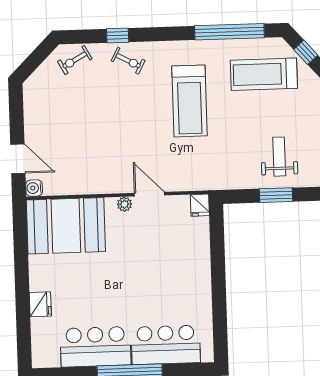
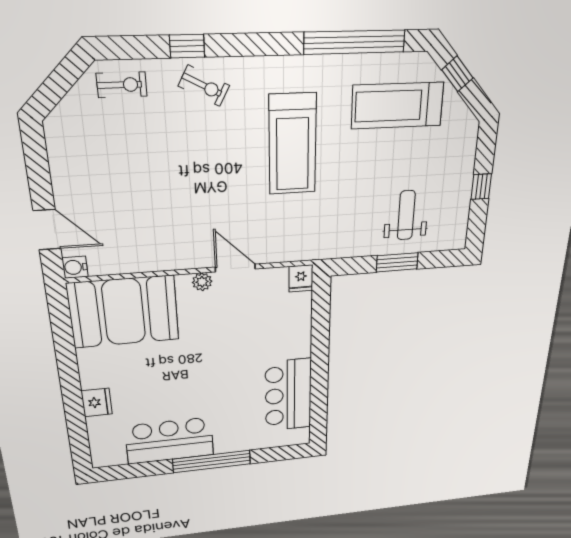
exercise bike: (75, 60) -> (122, 85), turned -151
bar counter: (166, 345) -> (288, 395), moved, turned -90

